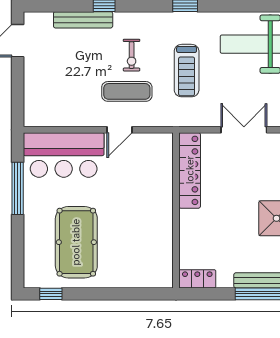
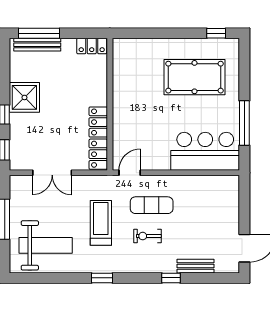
bench: (83, 20) -> (195, 266), width x0.73
exercise bike: (132, 55) -> (148, 236), turned -90
door: (120, 130) -> (130, 173), moved
pool table: (76, 242) -> (194, 77), turned 90

